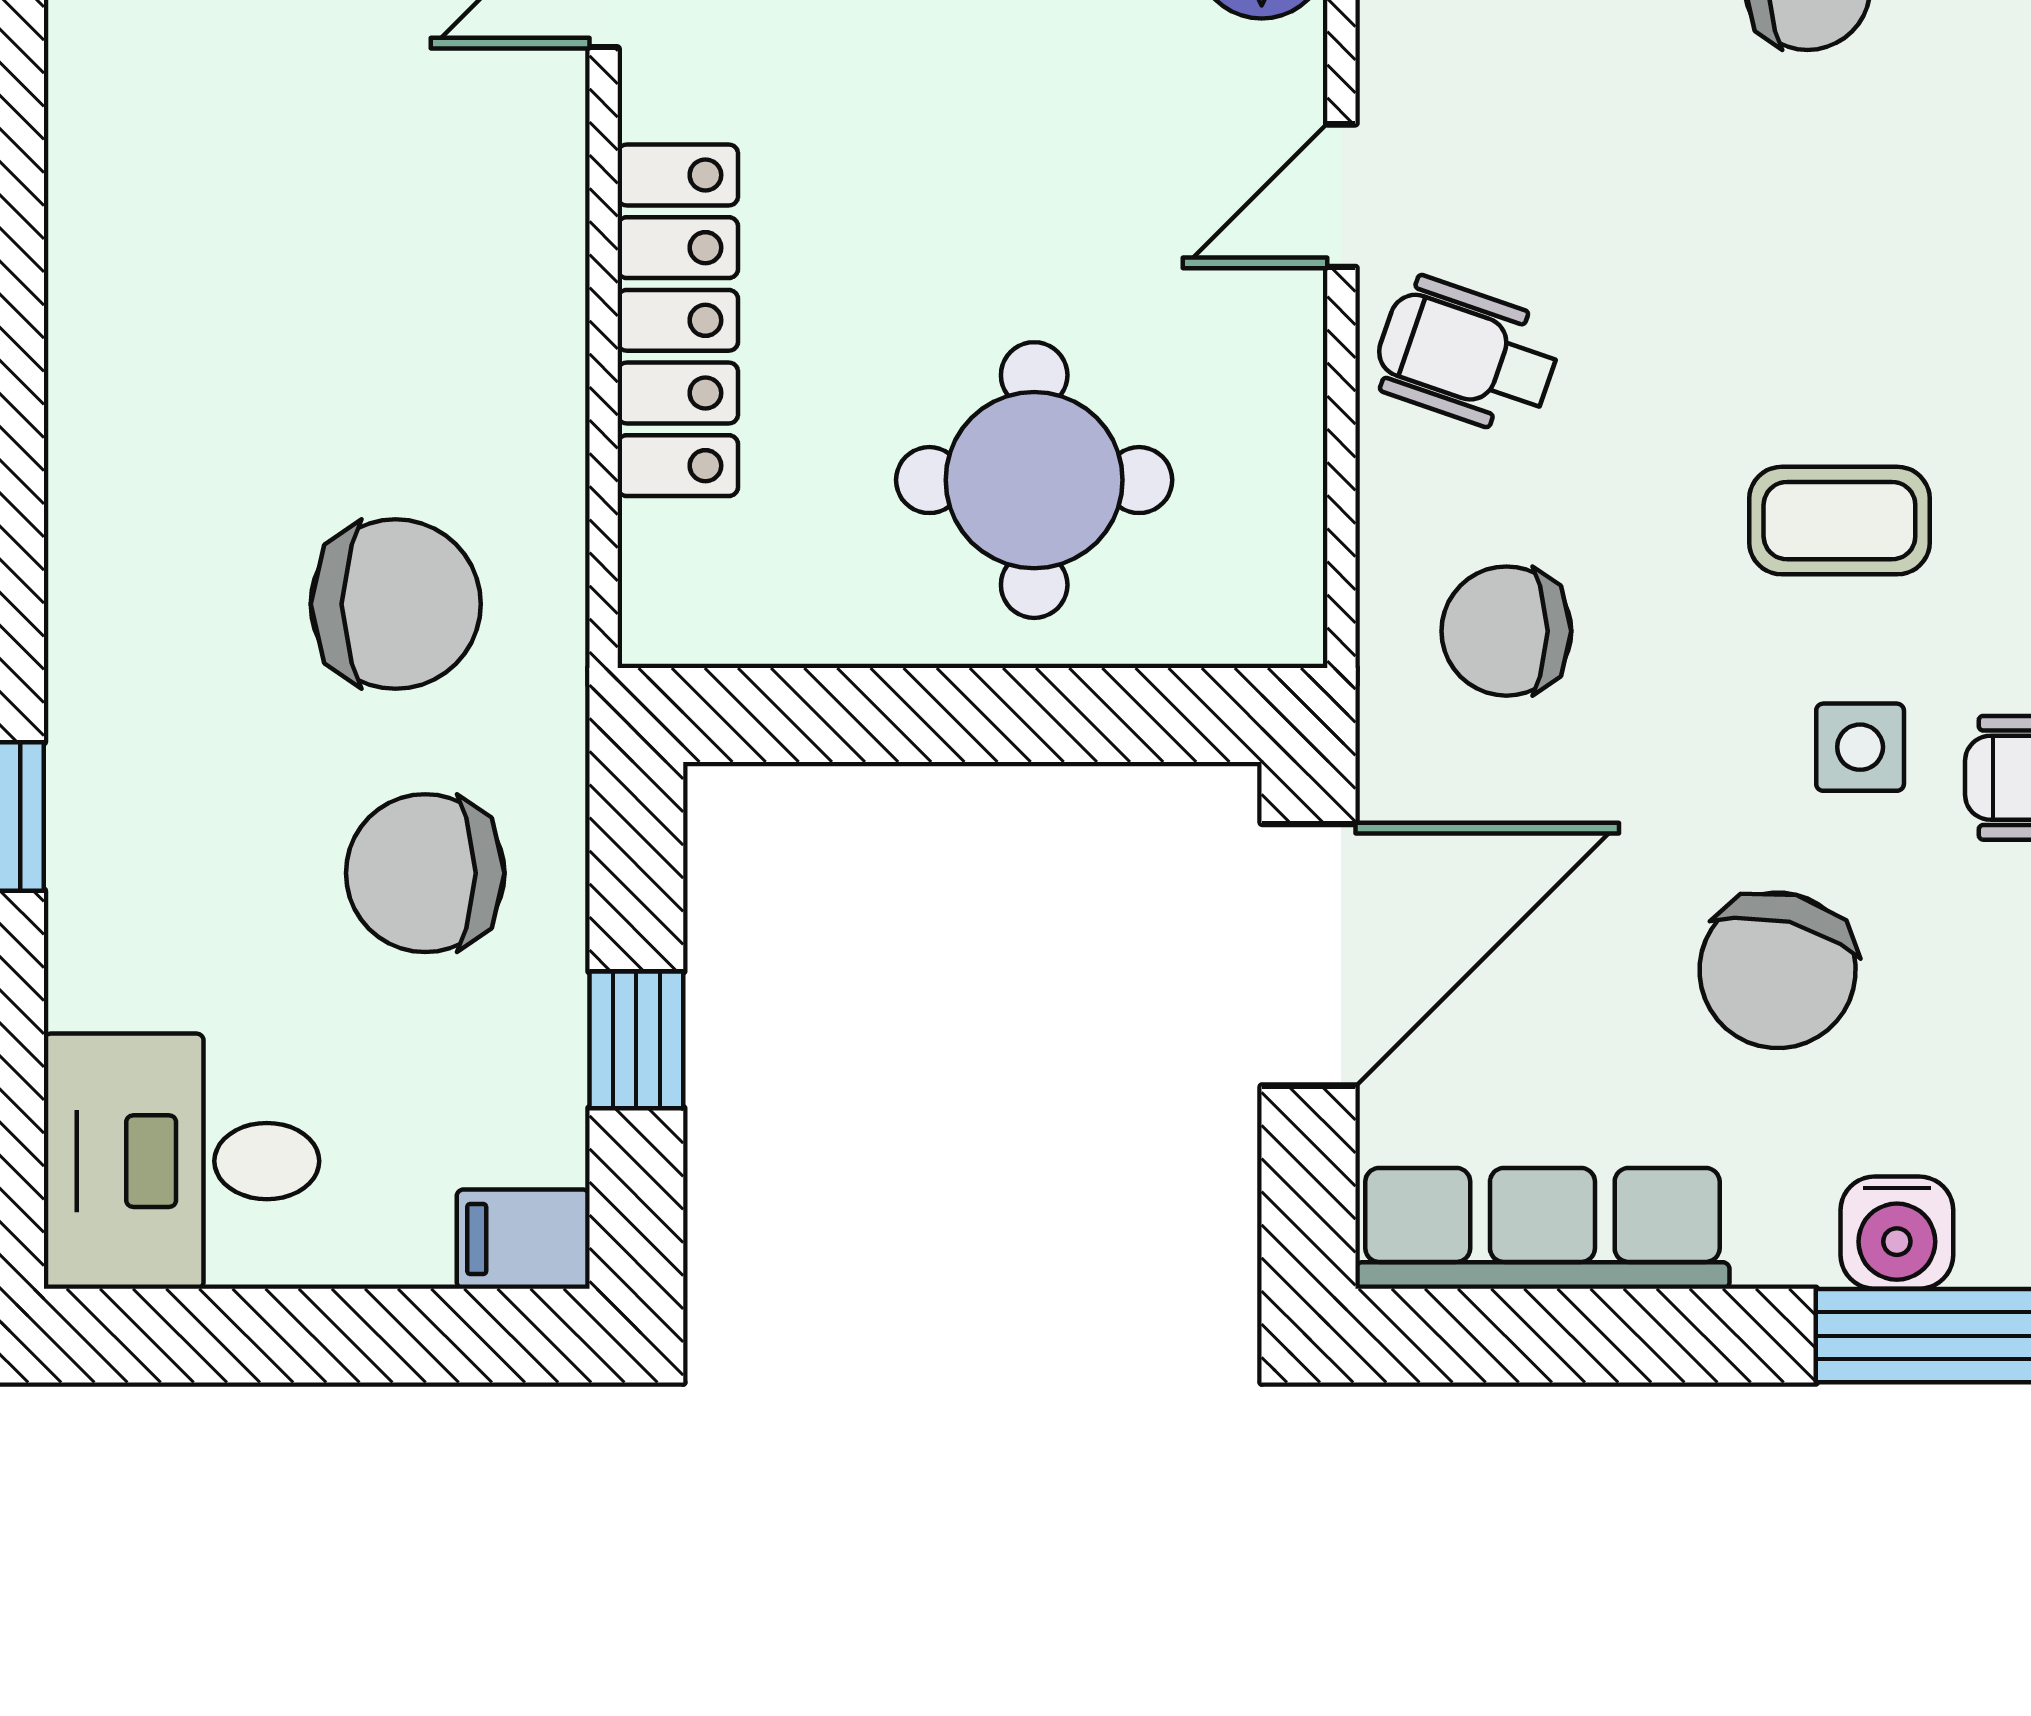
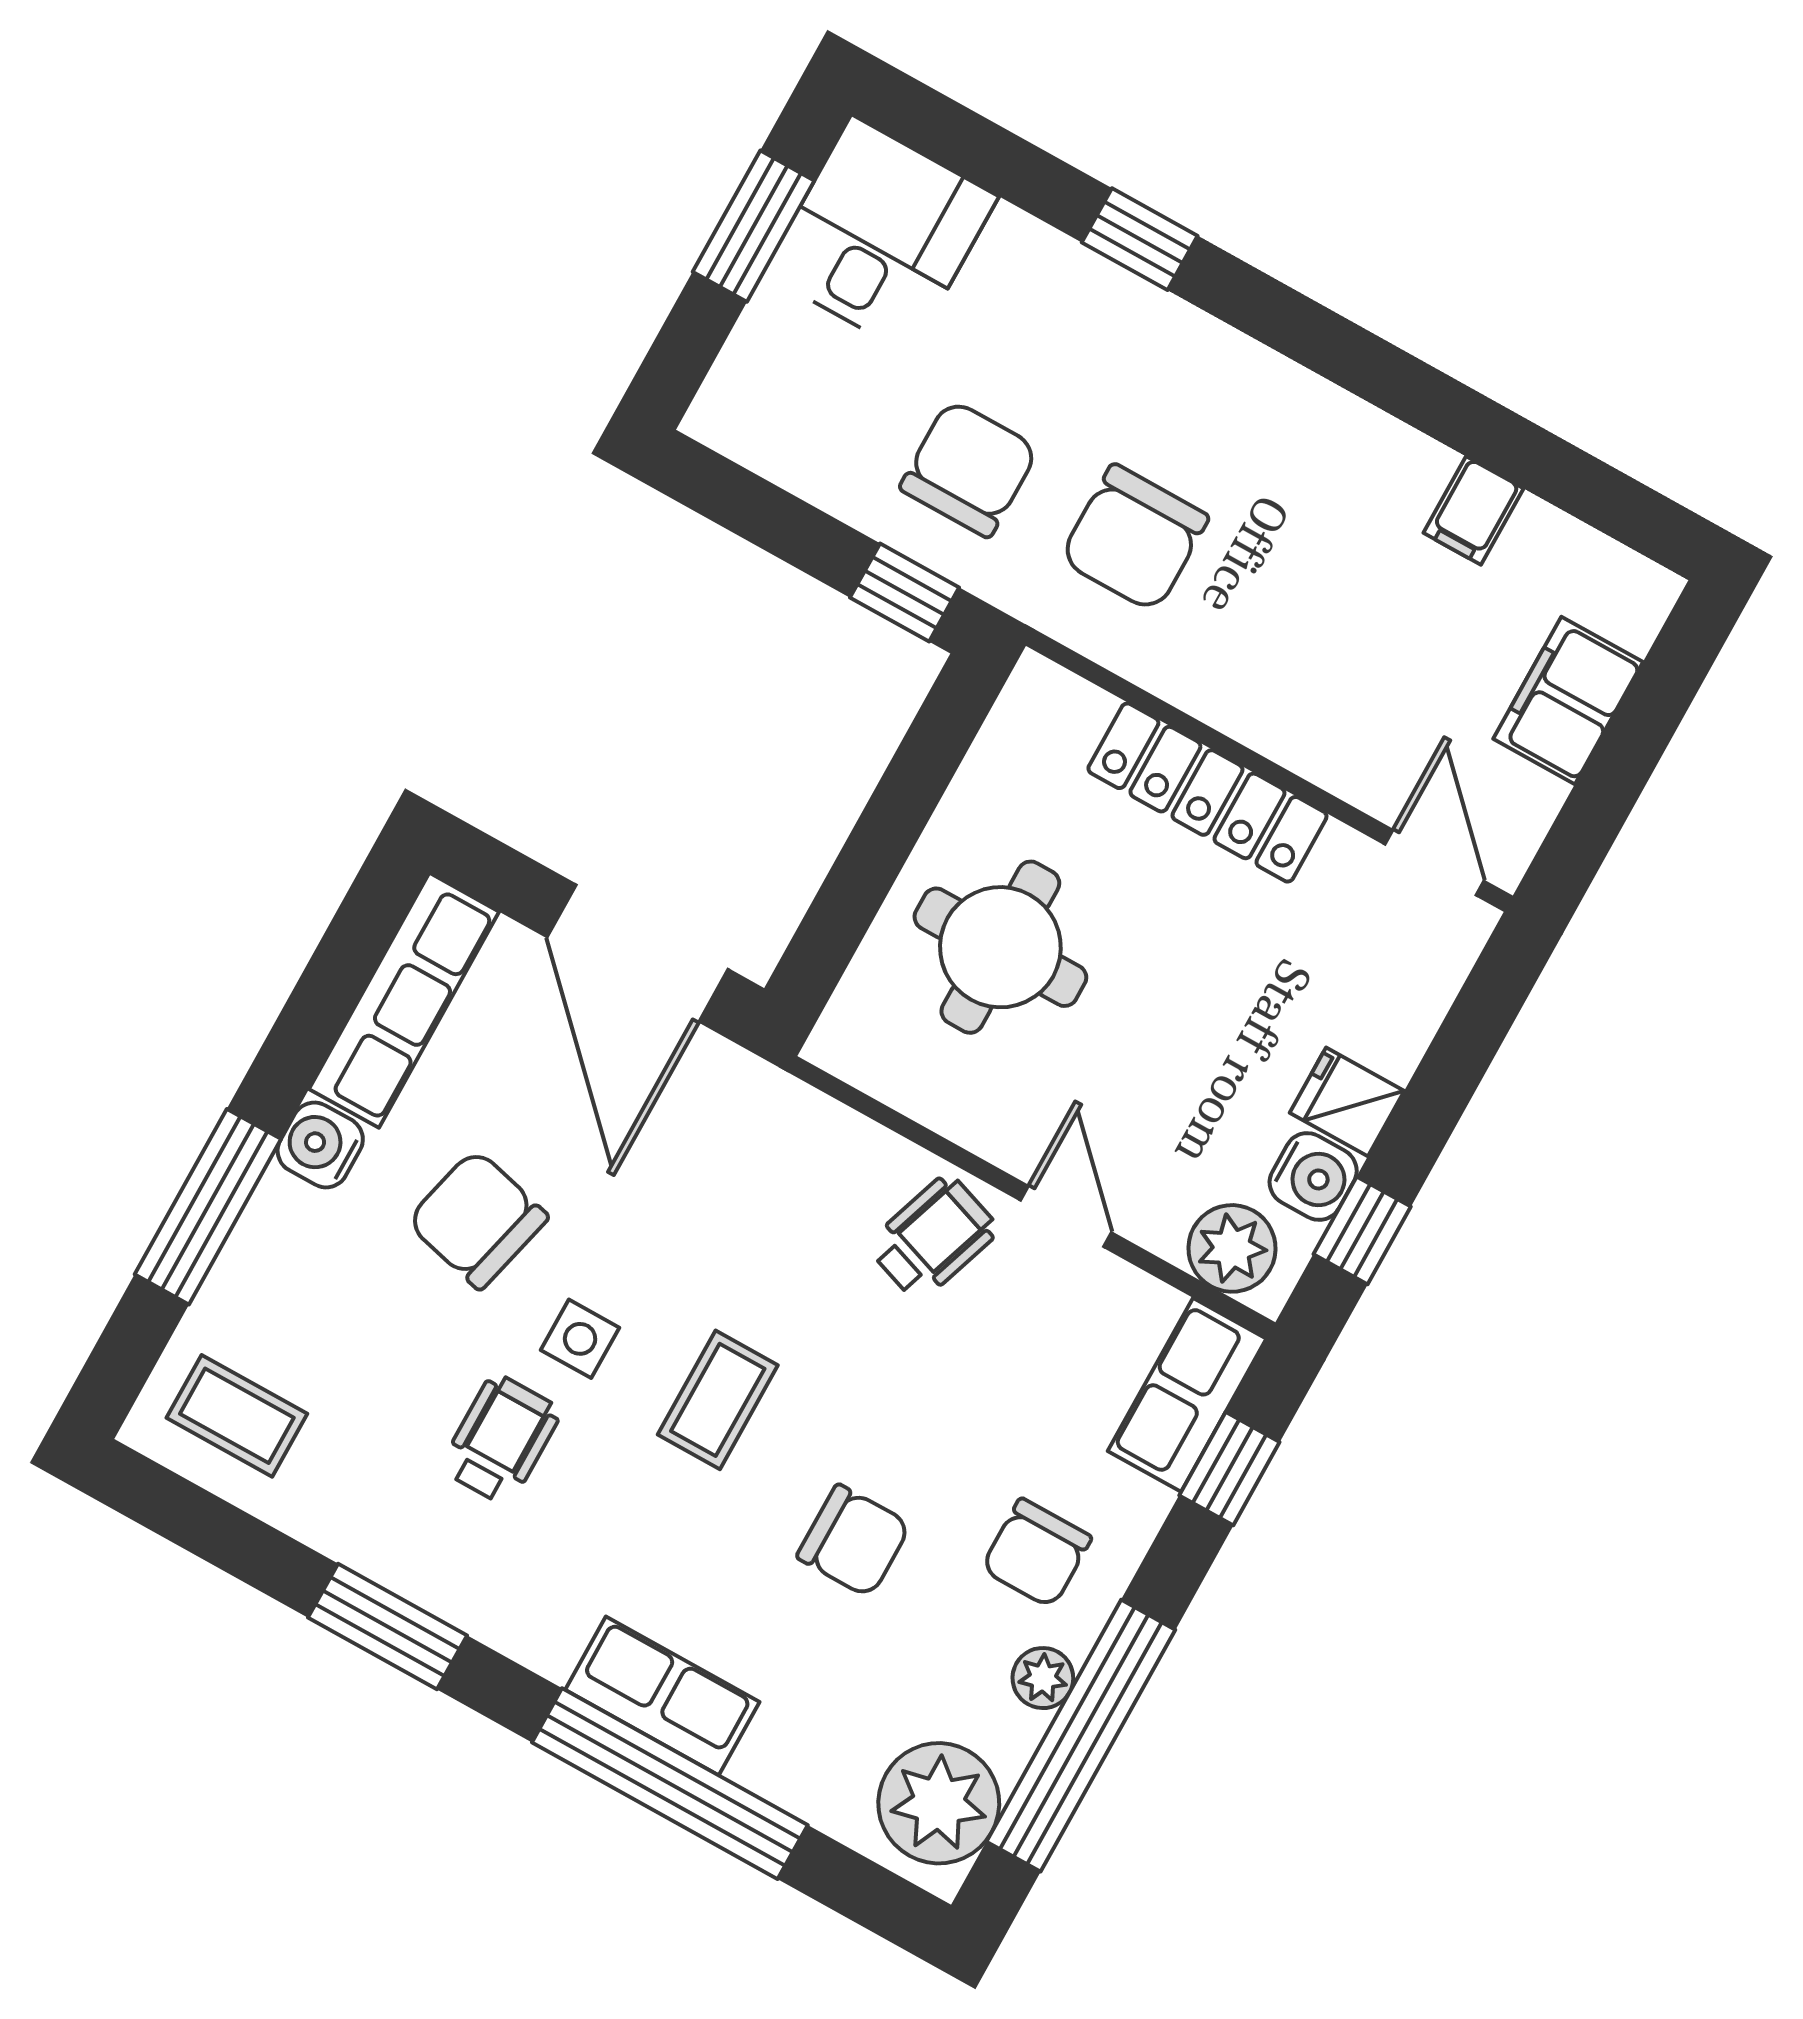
chair: (1506, 631) -> (854, 1541), moved, turned 90
window: (636, 1040) -> (905, 593), moved
water cooler: (1897, 1233) -> (320, 1145), moved
filing cabinet: (523, 1239) -> (1474, 511), moved, turned 180
window: (264, 1336) -> (754, 226), added

